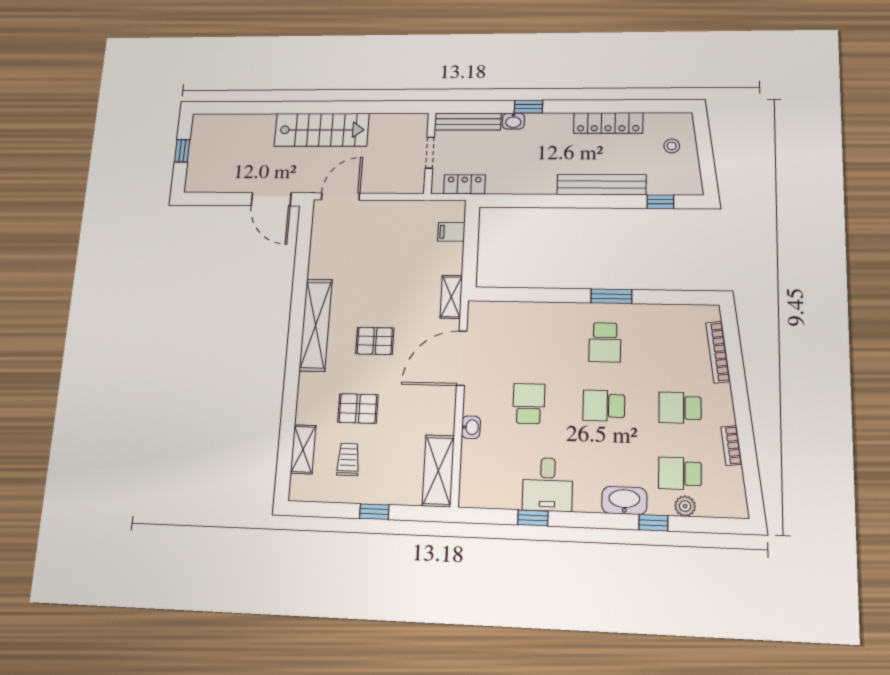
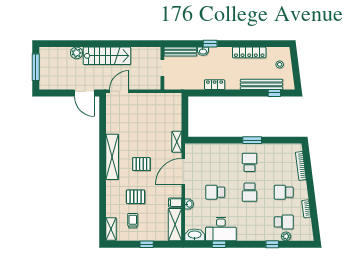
plant: (263, 125) -> (76, 53), added
window: (182, 151) -> (36, 67), width x2.17
locker: (464, 184) -> (215, 85), moved
bench: (601, 185) -> (262, 84), moved
filing cabinet: (451, 232) -> (175, 203), moved
school desk: (605, 342) -> (250, 162), turned 180
school desk: (529, 404) -> (215, 192), turned -90
school desk: (604, 406) -> (250, 192), turned -90
shelving: (303, 449) -> (111, 229), moved
school desk: (680, 473) -> (284, 222), turned 180
desk: (548, 484) -> (221, 229), width x1.37
washbasin: (624, 500) -> (195, 235), moved

